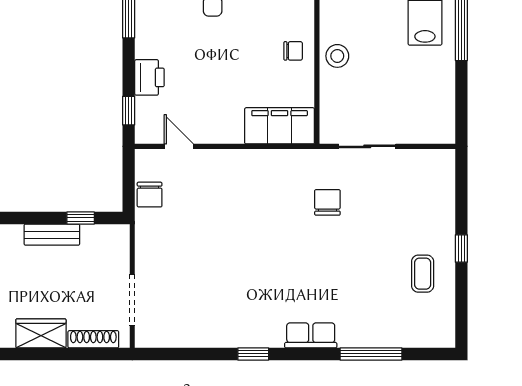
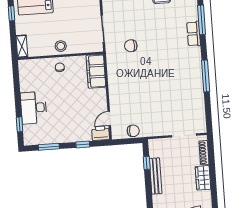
printer: (149, 77) -> (101, 133), moved
window: (129, 111) -> (83, 144), moved
bench: (52, 235) -> (156, 176), width x1.36
row of seats: (311, 335) -> (194, 34), moved
window: (253, 354) -> (206, 76), width x2.17

